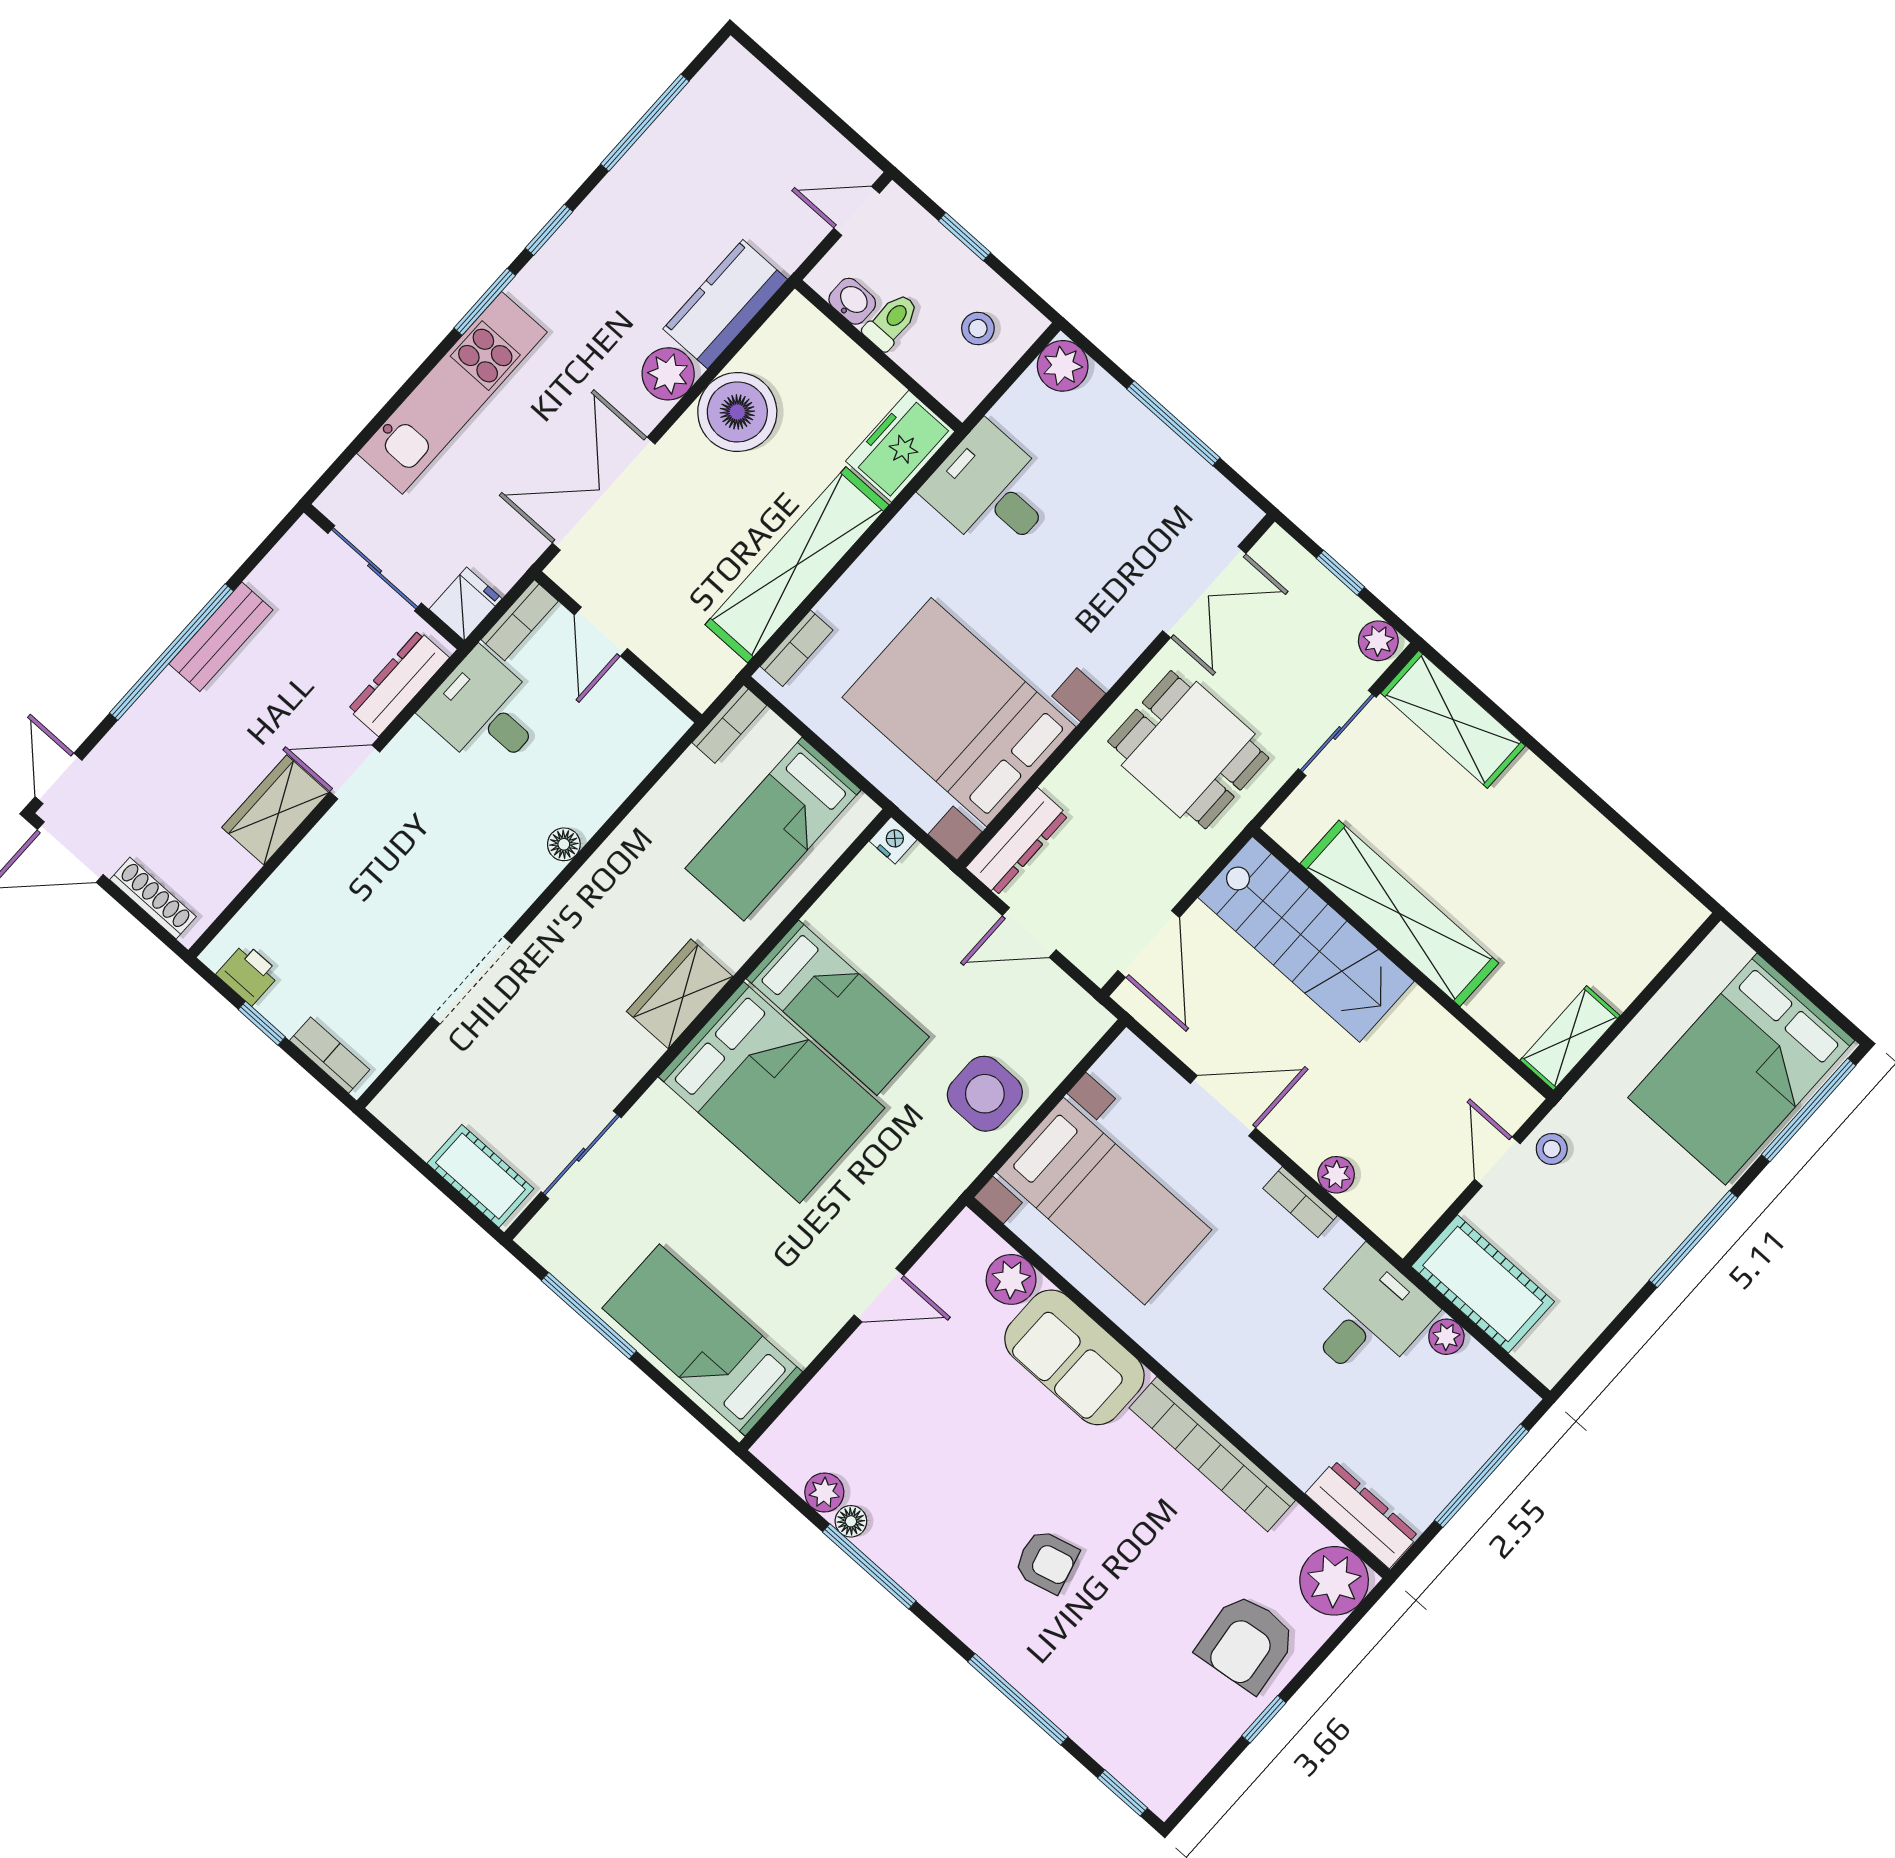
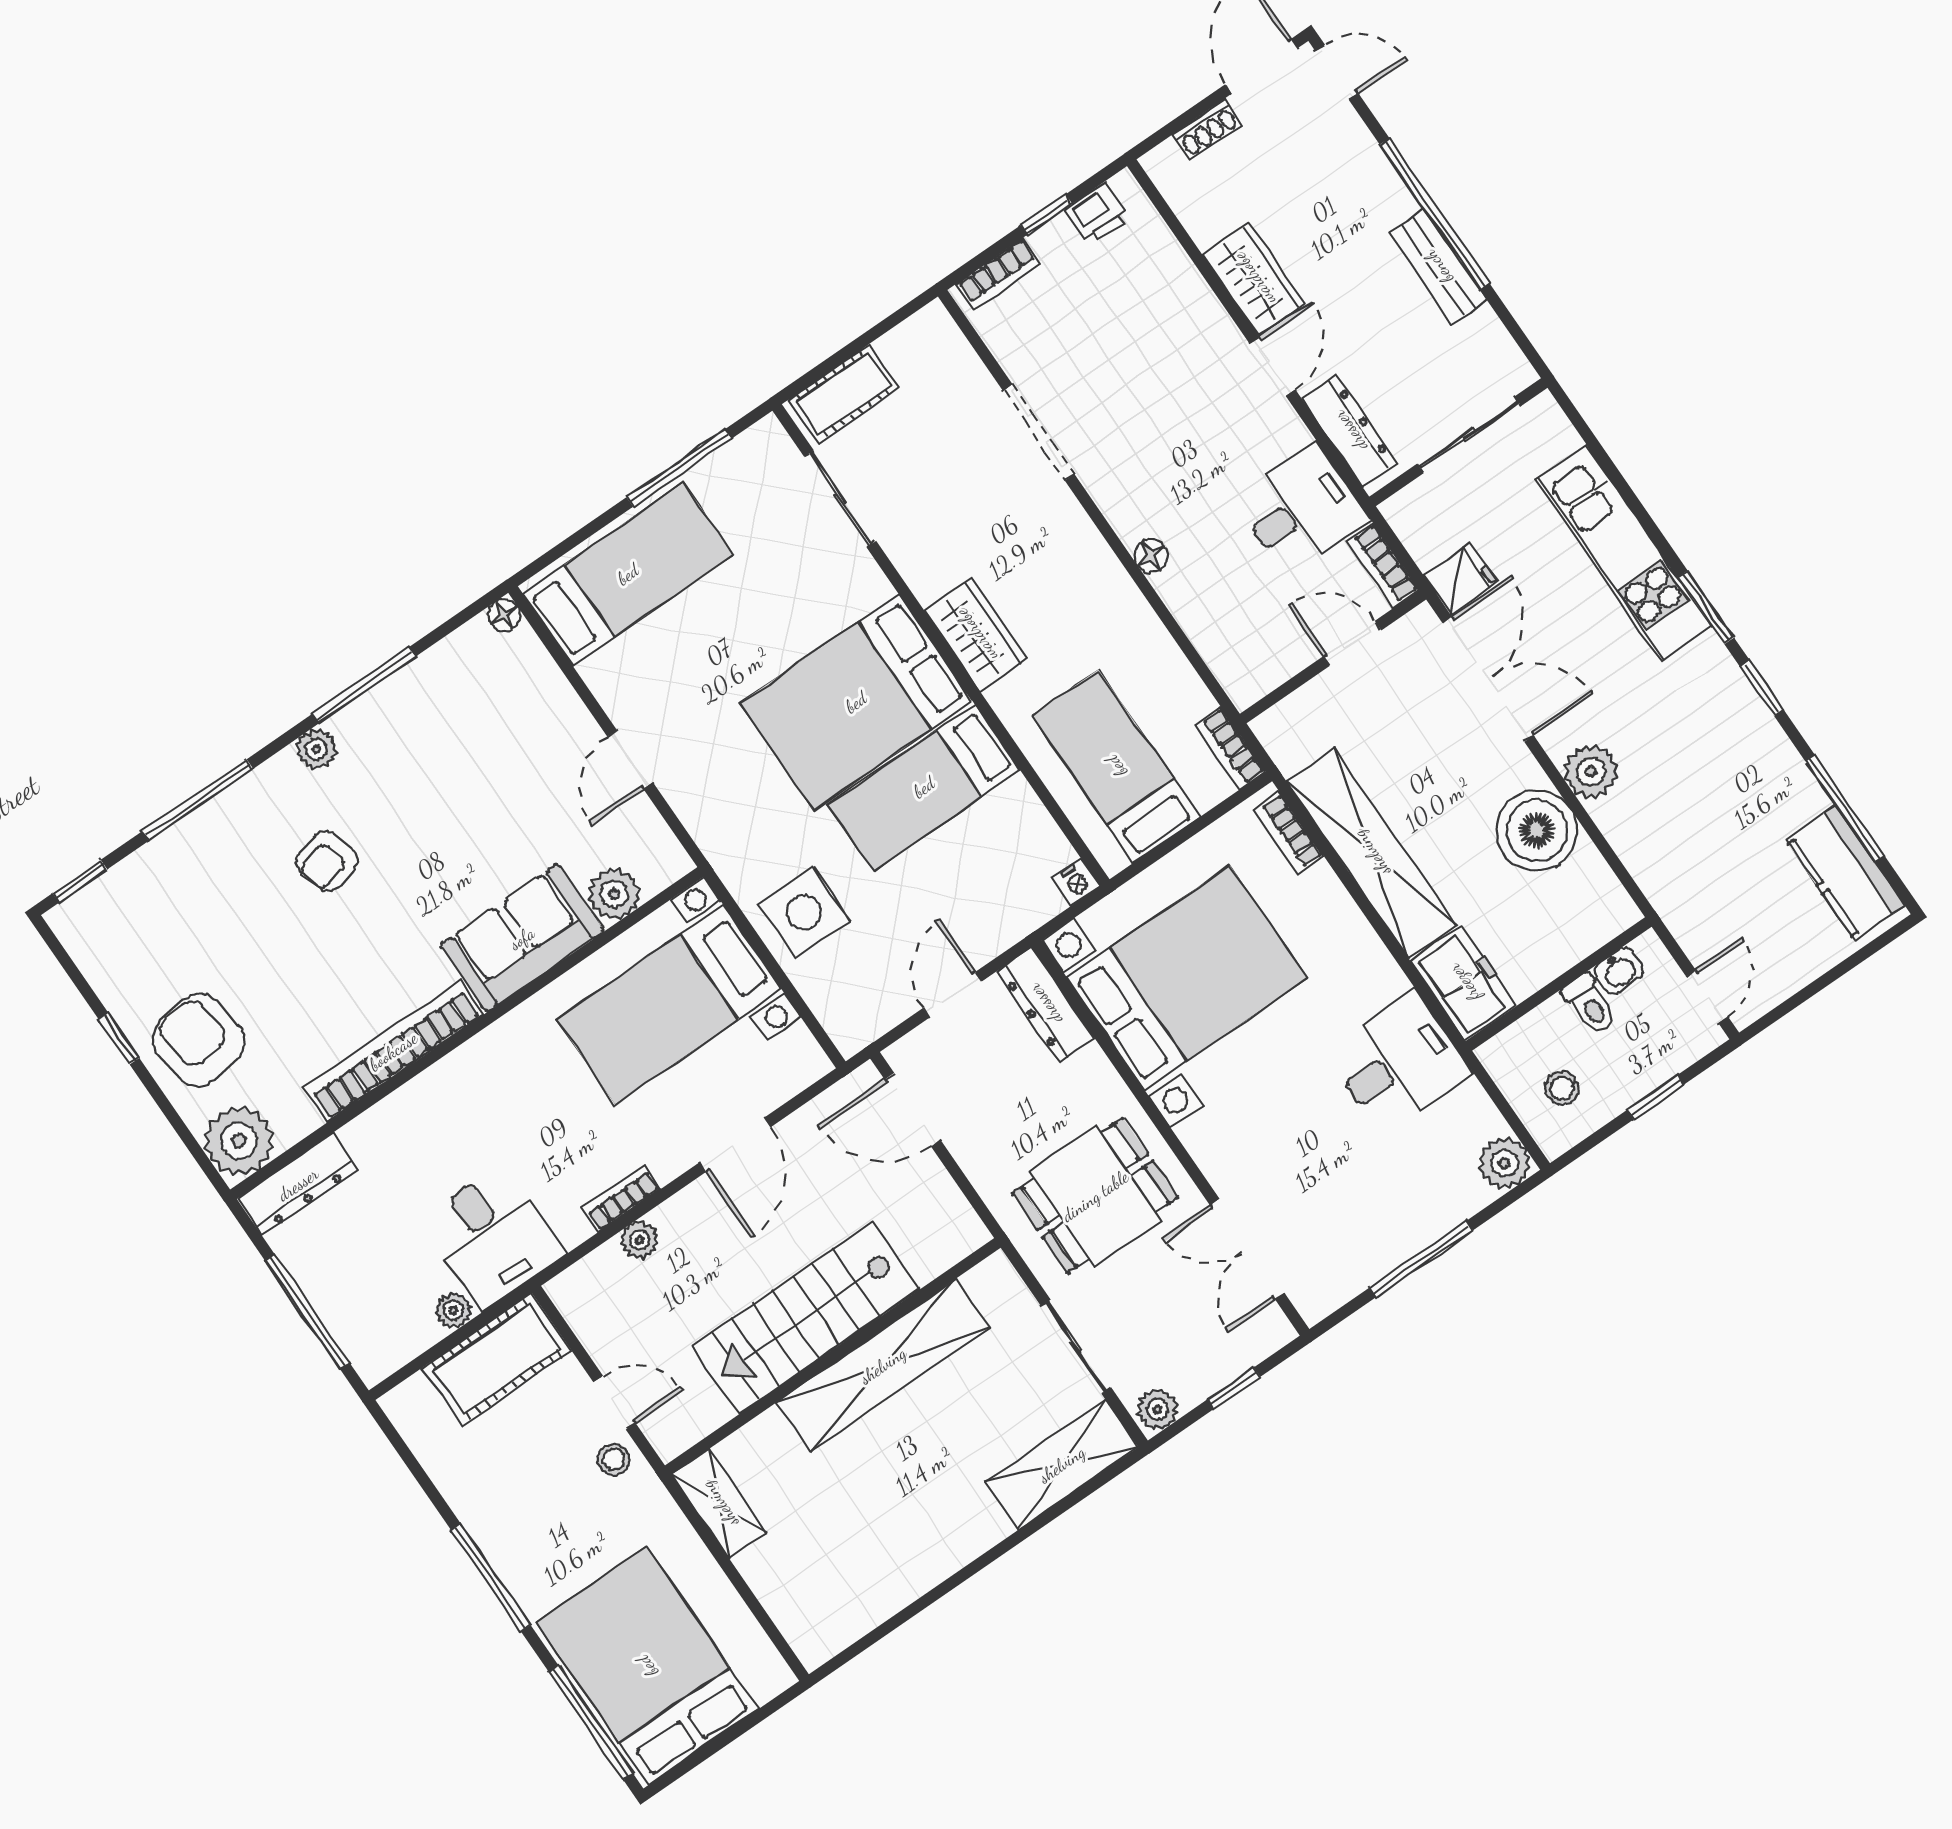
kitchen counter: (725, 304) -> (1845, 873), moved, turned 180
fridge: (466, 604) -> (1461, 579), moved, turned -90
shoe rack: (153, 898) -> (1207, 129), width x0.70
stairs: (1306, 939) -> (806, 1318), moved
plant: (824, 1493) -> (316, 749), moved
floor lamp: (851, 1521) -> (504, 615), moved

